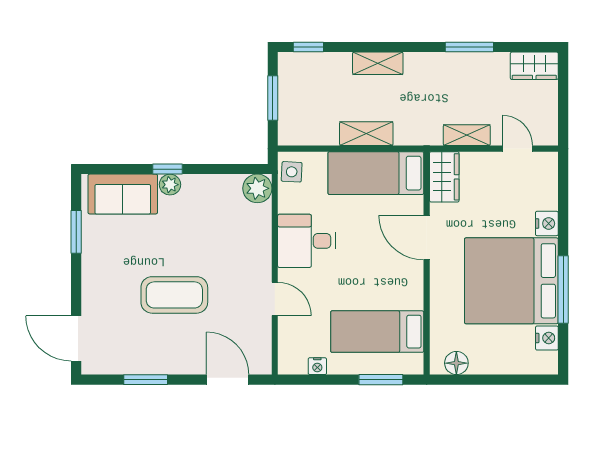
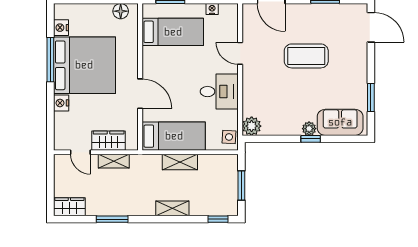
wardrobe: (444, 177) -> (109, 141), moved, turned 90

